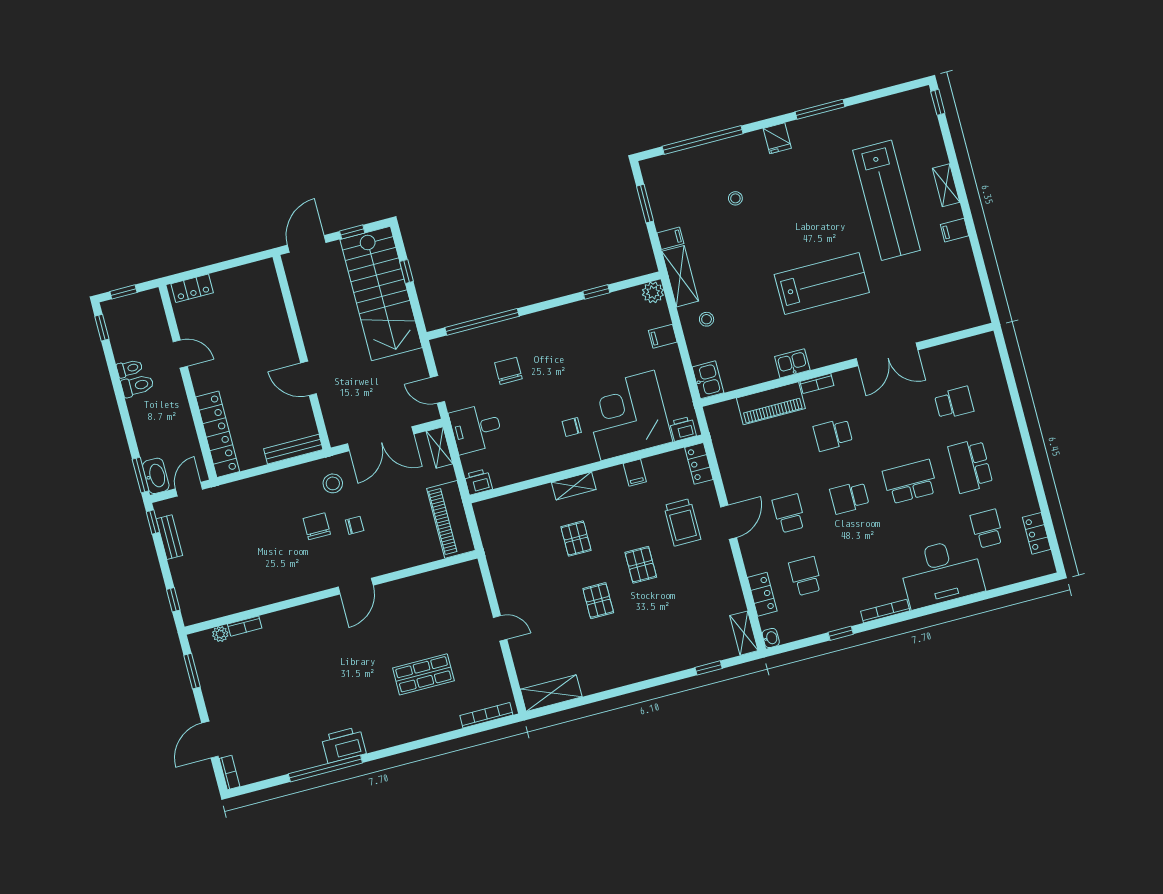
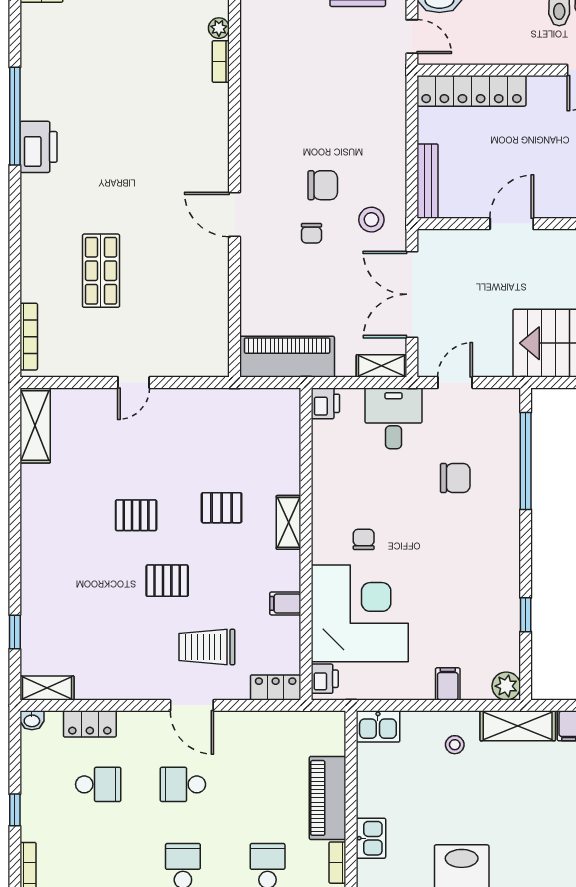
school desk: (789, 513) -> (183, 784), turned 180

